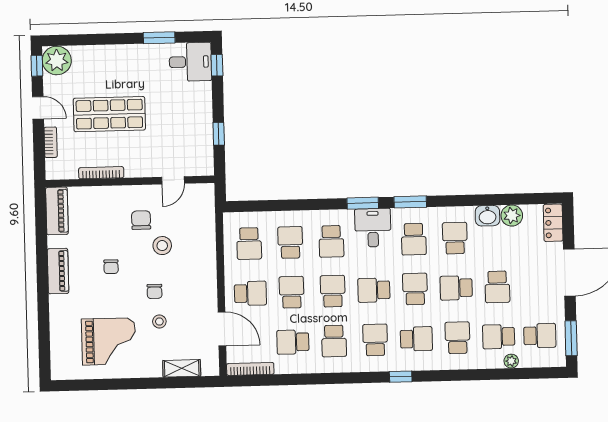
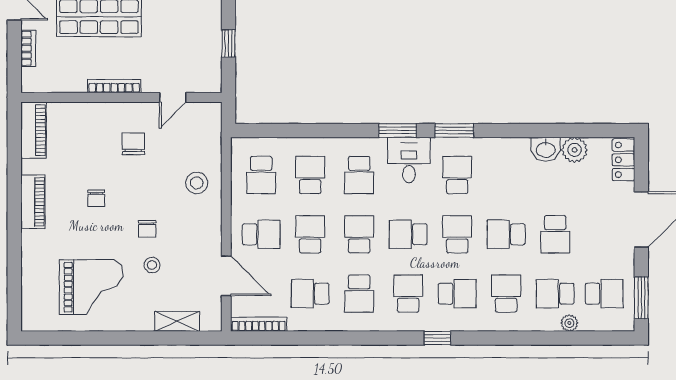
bookcase: (101, 173) -> (114, 86), moved
school desk: (455, 238) -> (506, 175), removed
school desk: (414, 239) -> (457, 175), turned 180
stool: (162, 246) -> (197, 183), moved

